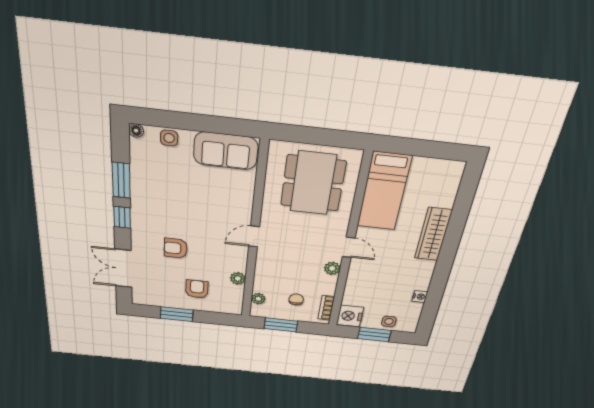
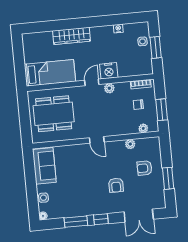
nightstand: (350, 316) -> (109, 71), moved

